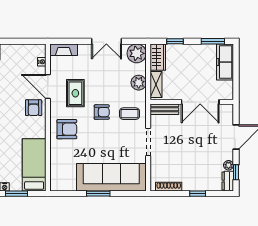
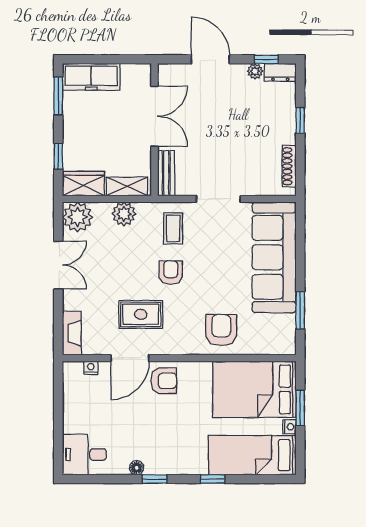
armchair: (67, 129) -> (221, 330), moved
bed: (34, 165) -> (254, 389), width x1.50
window: (98, 194) -> (300, 310), moved

